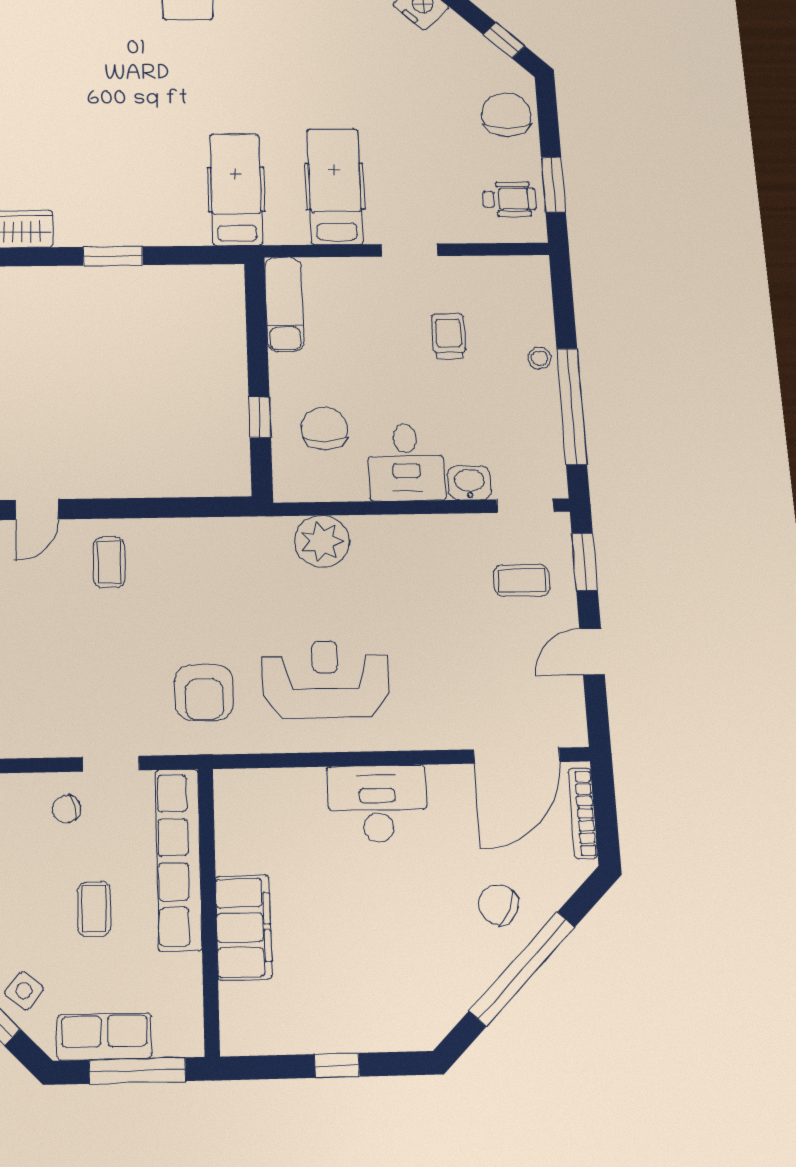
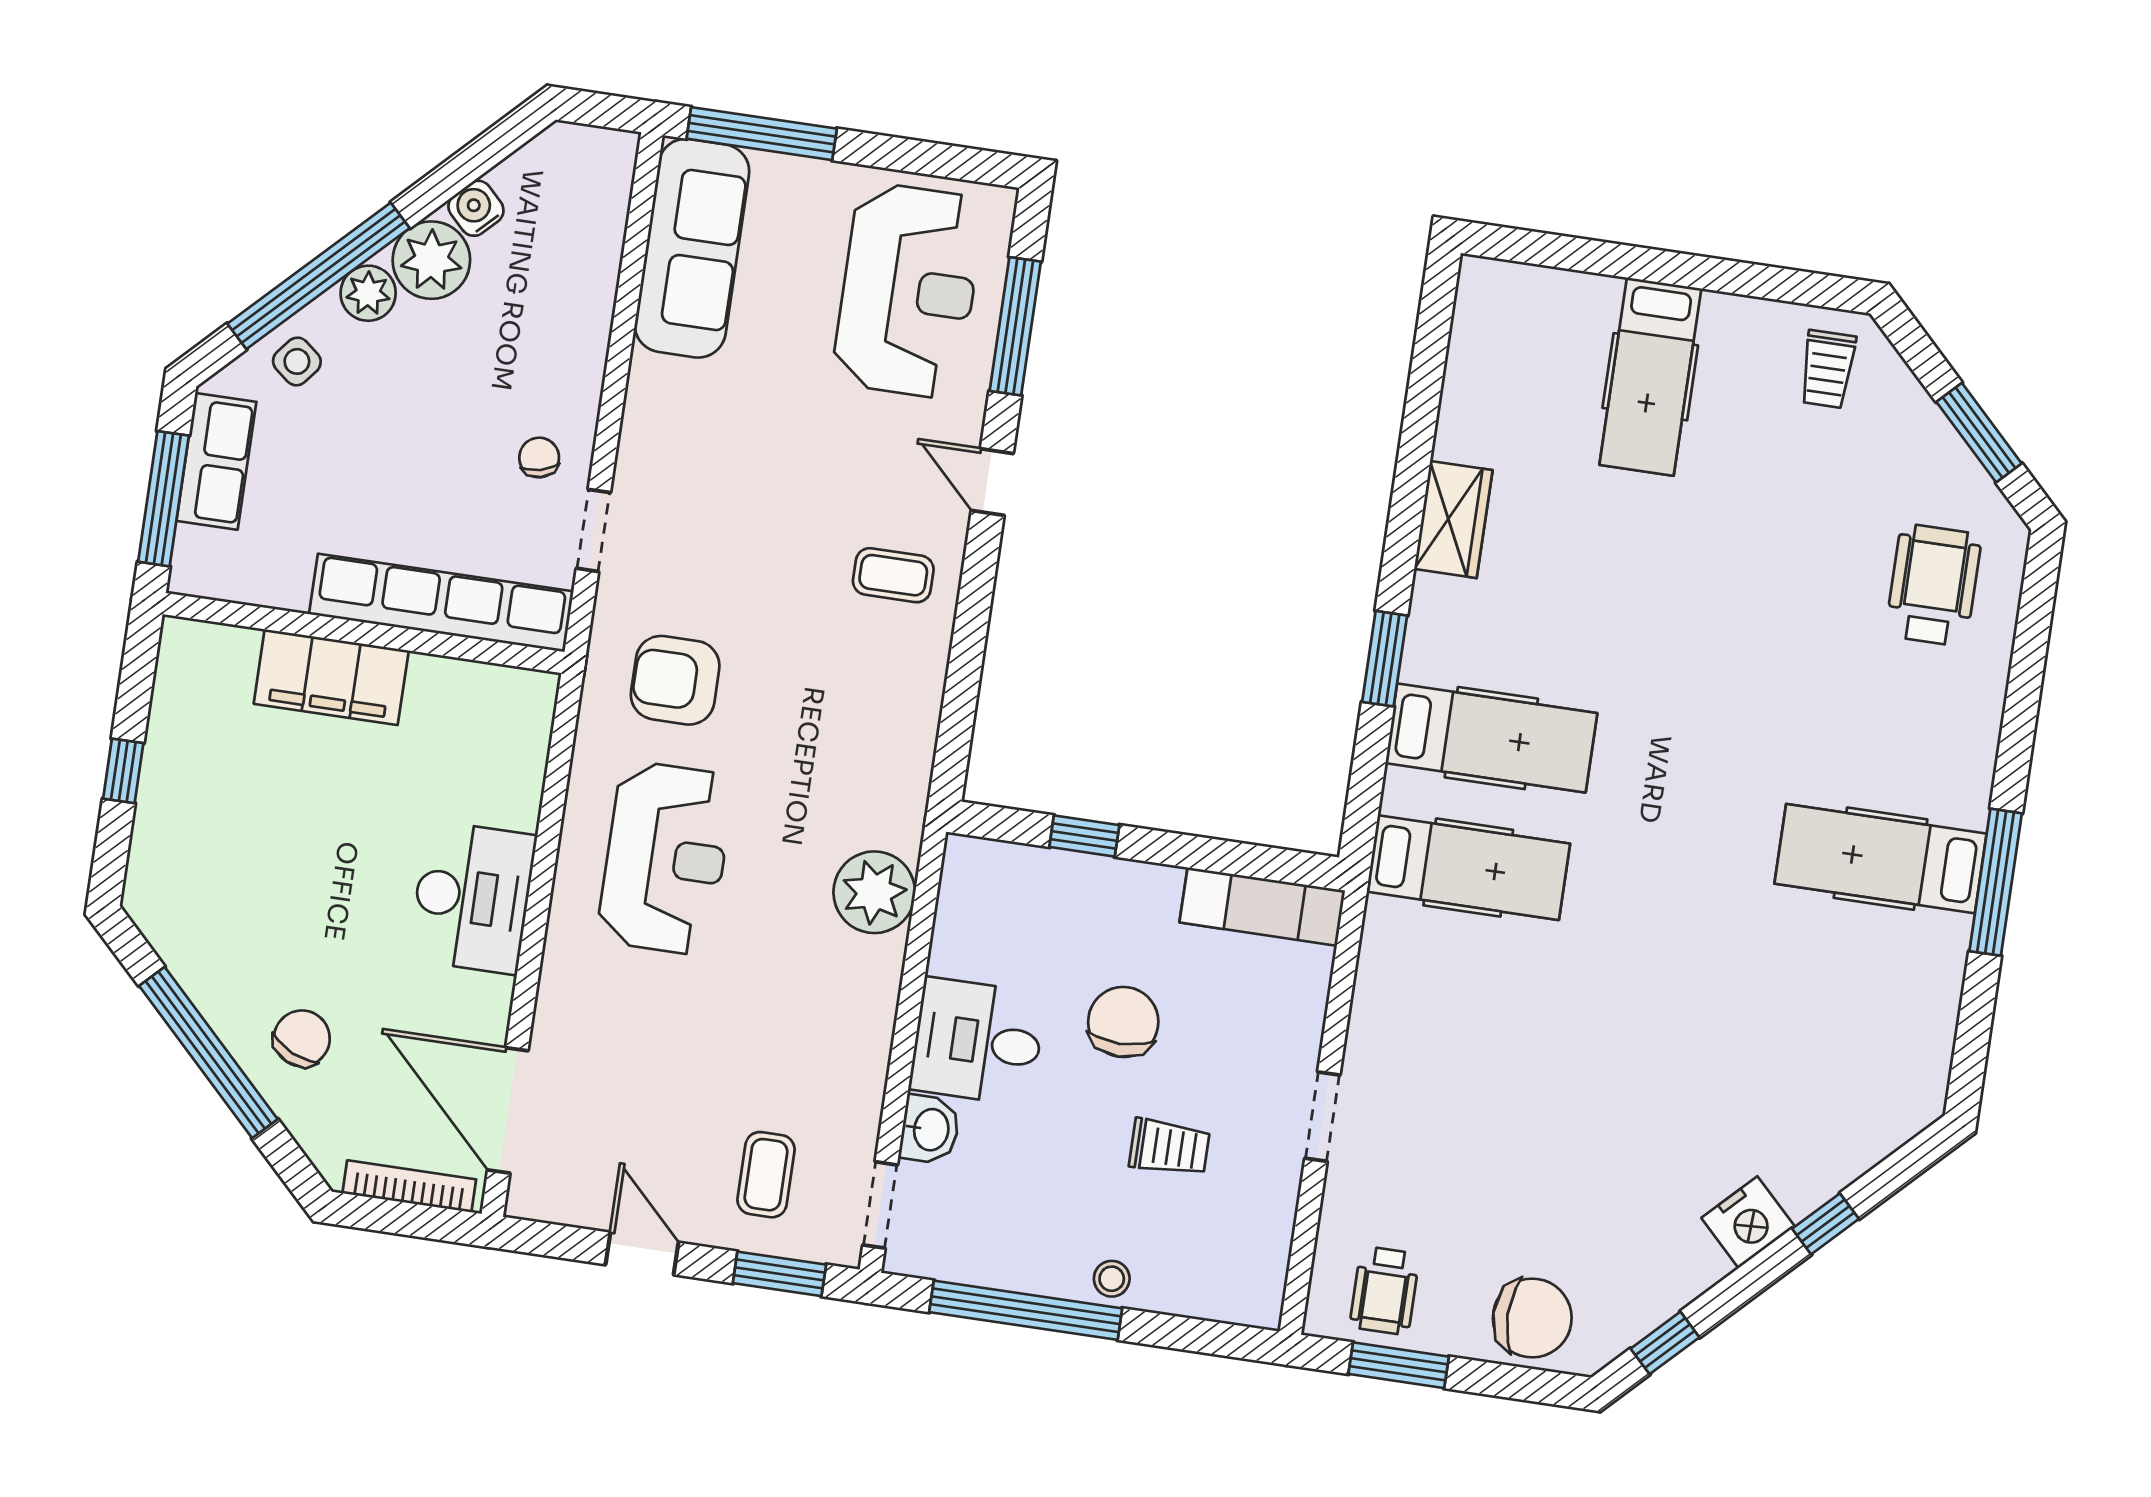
hospital bed: (335, 186) -> (1491, 738), moved
chair: (324, 428) -> (1123, 1022), moved, turned -90
coffee table: (94, 909) -> (392, 474), removed

